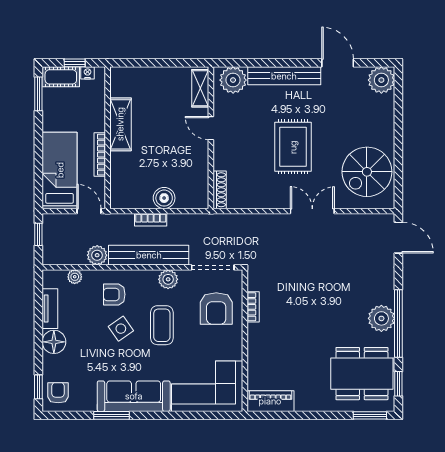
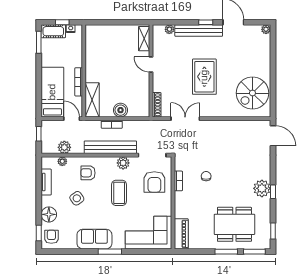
window: (295, 63) -> (206, 22), added
plant: (233, 80) -> (169, 29), width x0.53, depth x0.53
plant: (381, 80) -> (266, 29), width x0.53, depth x0.53
shelving: (120, 124) -> (92, 100), moved
double door: (312, 211) -> (185, 119), moved
plant: (97, 255) -> (64, 147), moved
chair: (296, 300) -> (206, 176), added
window: (398, 324) -> (273, 192), width x0.32
side table: (121, 329) -> (77, 198), moved
floor lamp: (54, 342) -> (49, 214), moved
dining table: (362, 374) -> (234, 224), moved
sofa: (134, 396) -> (94, 239), width x0.73
piano: (270, 401) -> (181, 234), moved, turned 90
window: (112, 415) -> (110, 252), moved
window: (327, 415) -> (226, 252), added

